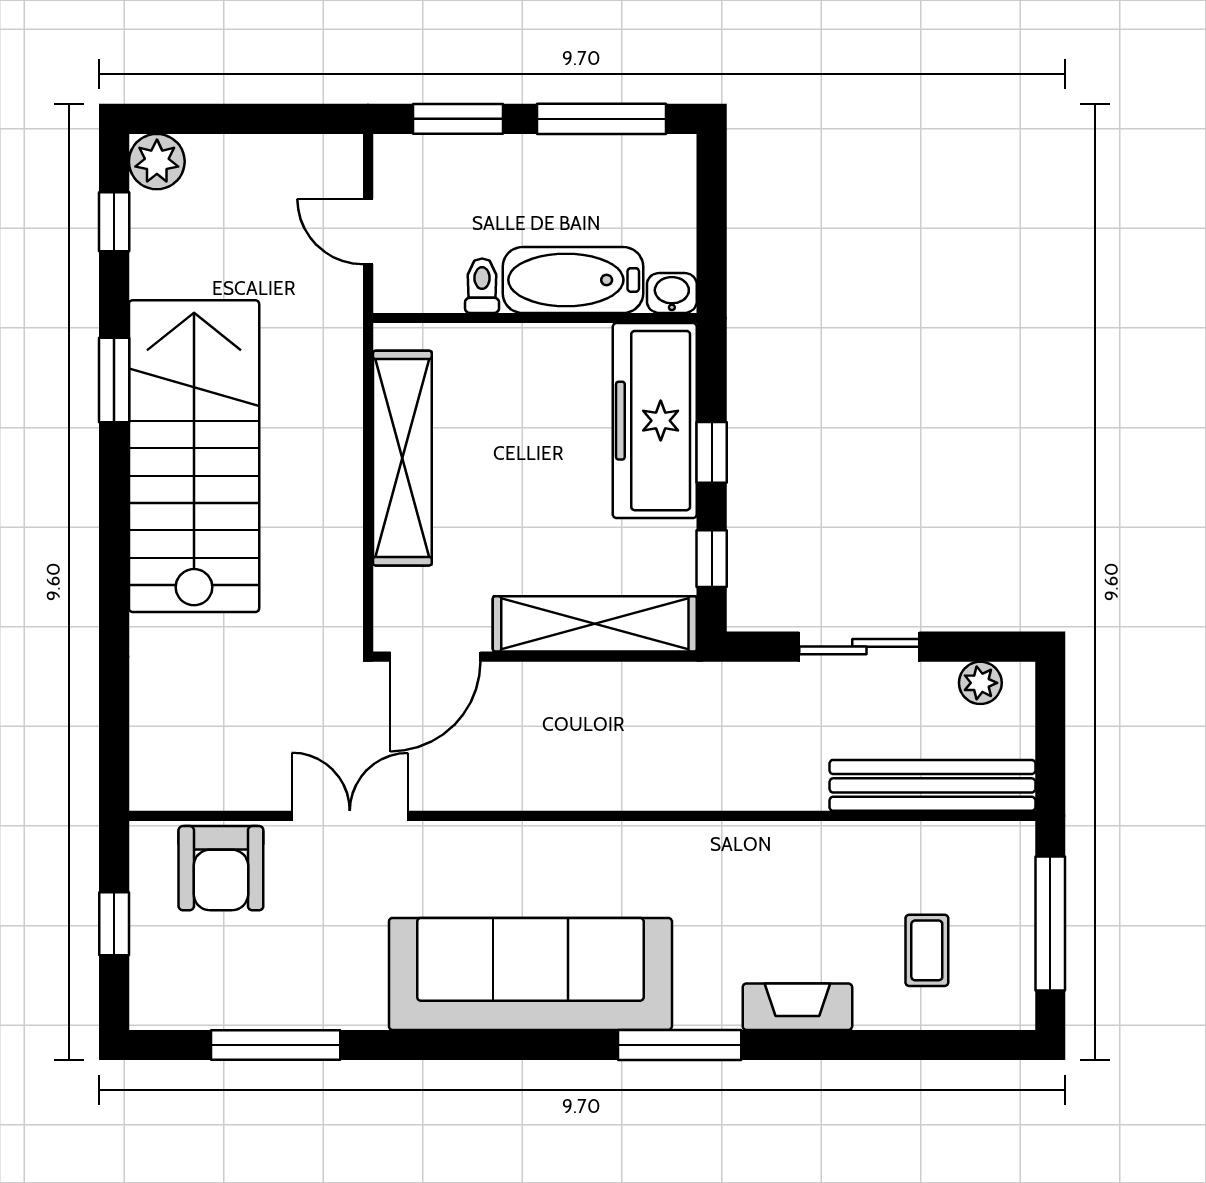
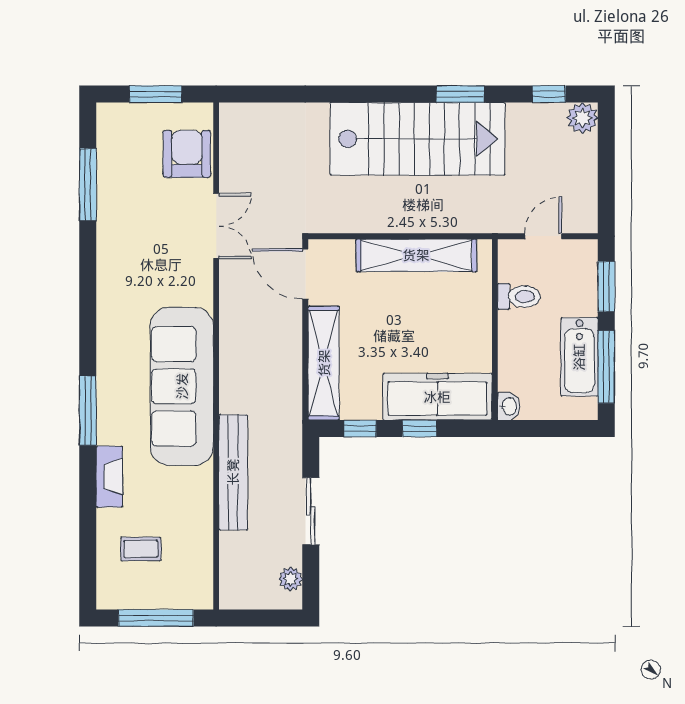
bathtub: (573, 280) -> (579, 357), moved, turned 180
toilet: (482, 286) -> (519, 297), width x1.37, depth x1.39
bench: (932, 785) -> (233, 472), moved
armchair: (221, 868) -> (187, 154), turned 90
window: (114, 924) -> (156, 94), width x1.50
sofa: (530, 974) -> (182, 386), moved, turned 180

